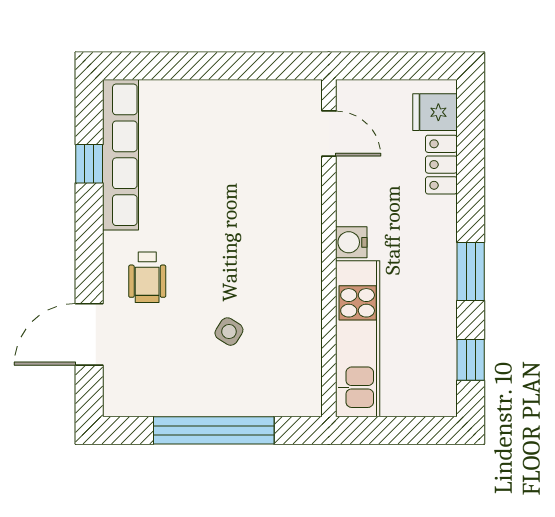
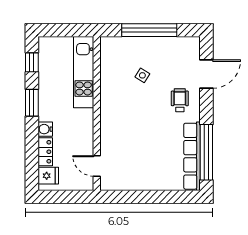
window: (89, 164) -> (206, 152), width x3.17
water cooler: (351, 242) -> (45, 129), moved, turned 180

